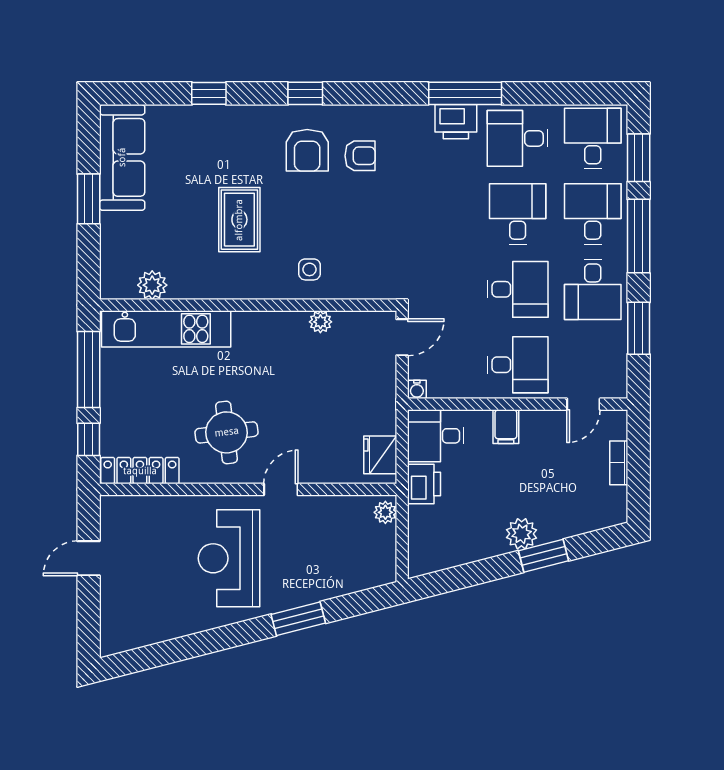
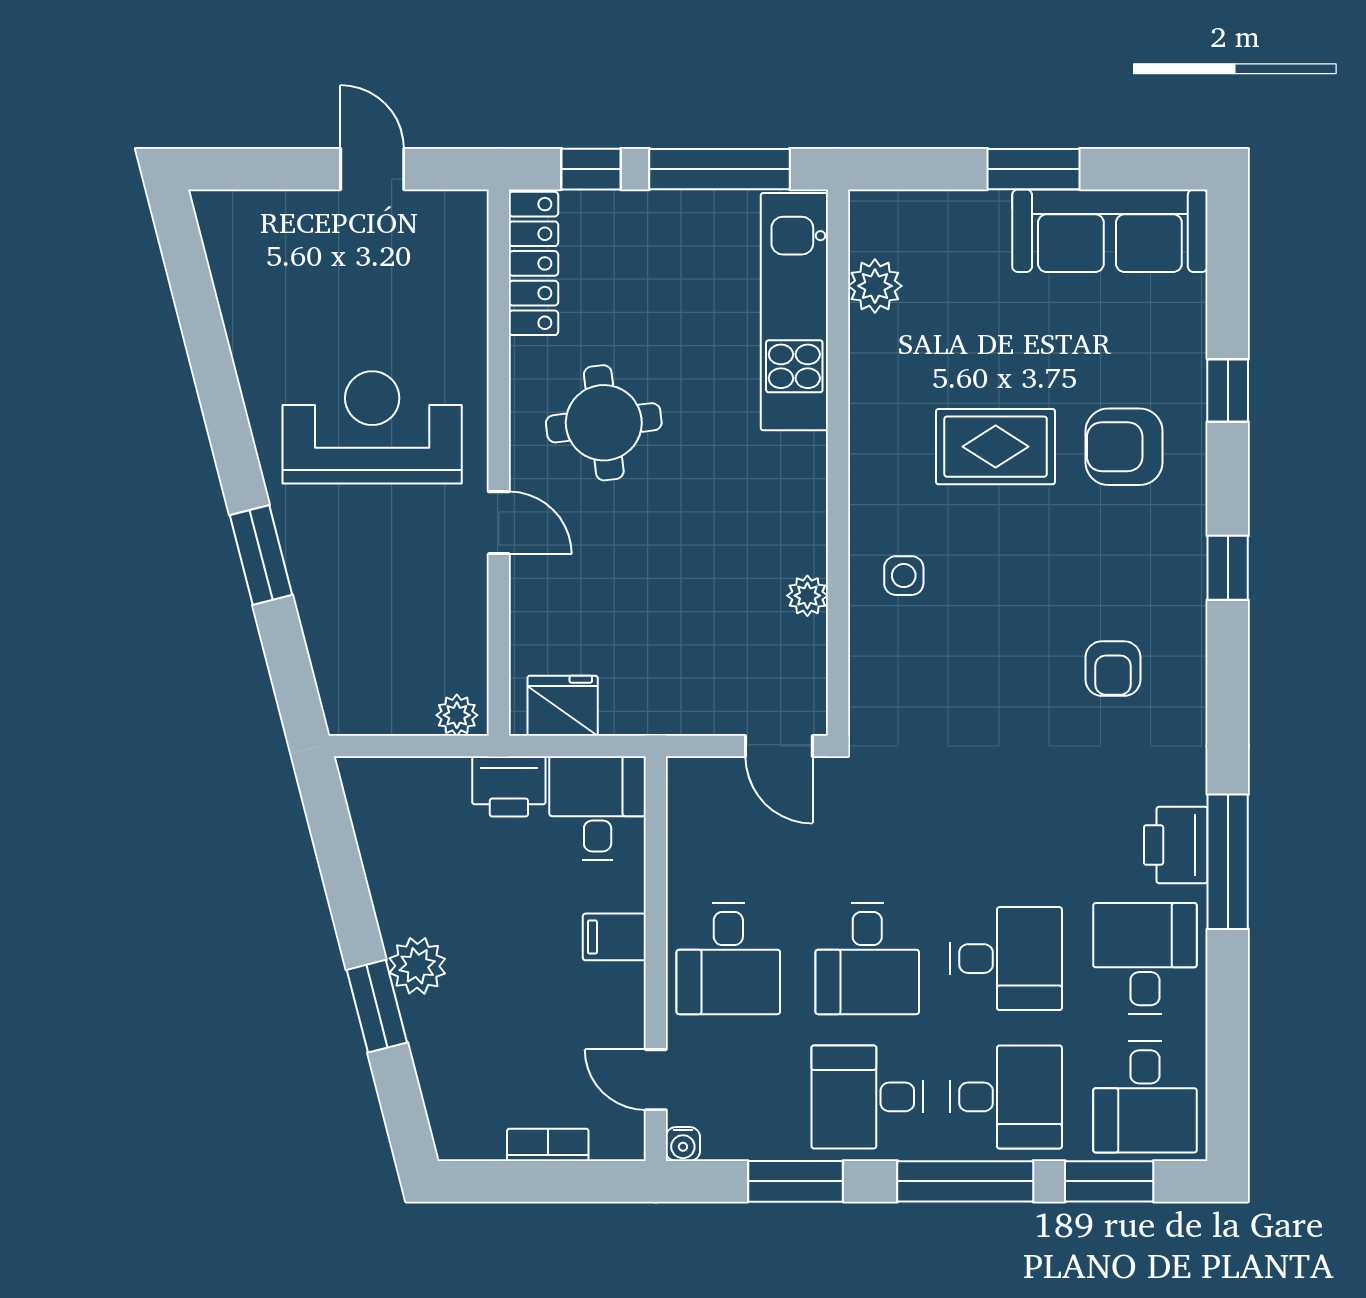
desk: (593, 138) -> (1145, 1097), turned 90
armchair: (307, 150) -> (1124, 447), moved
water cooler: (417, 389) -> (683, 1144), moved, turned -90

